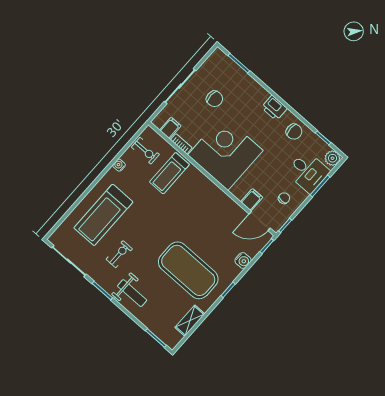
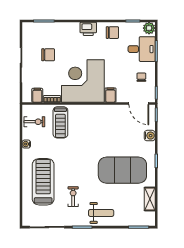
filing cabinet: (252, 200) -> (110, 95), moved
treadmill: (103, 215) -> (43, 182), turned 180
door: (260, 221) -> (139, 103), hinge flipped

